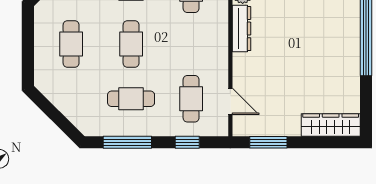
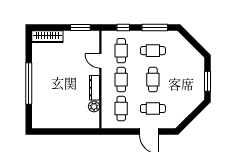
window: (28, 41) -> (207, 81), added
cafe table: (71, 44) -> (121, 80), moved
door: (230, 101) -> (100, 61), moved

